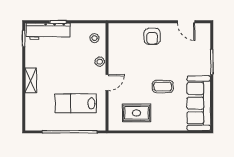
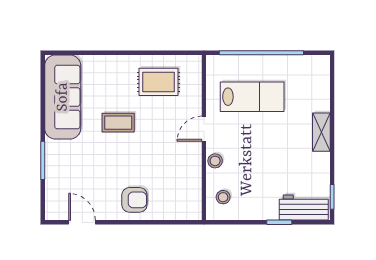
workbench: (48, 31) -> (304, 208), width x0.73
armchair: (152, 36) -> (134, 200), turned 90

